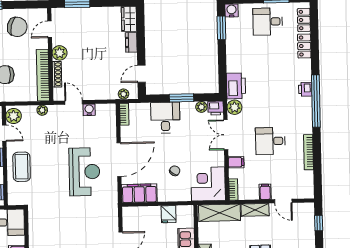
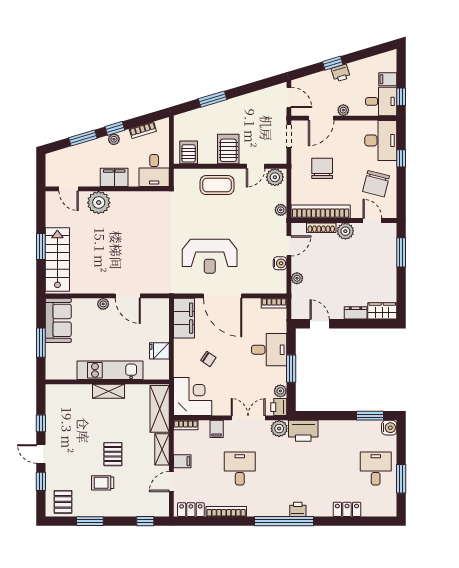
locker: (304, 20) -> (191, 510), moved
plant: (124, 94) -> (297, 278), moved

